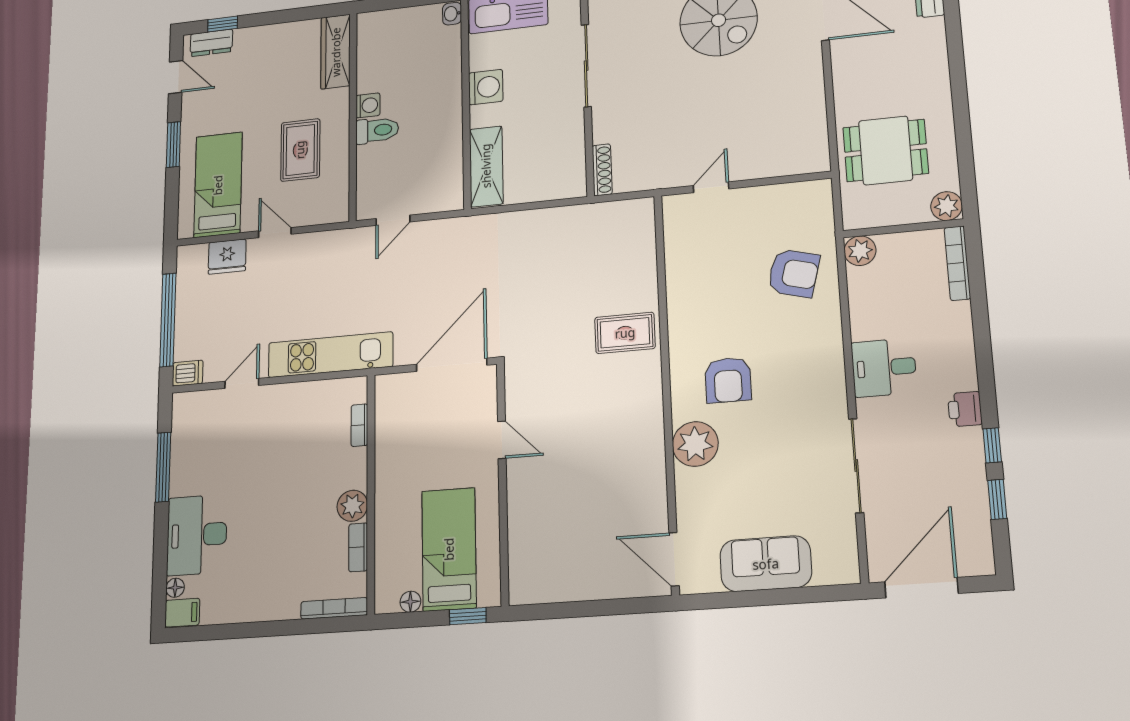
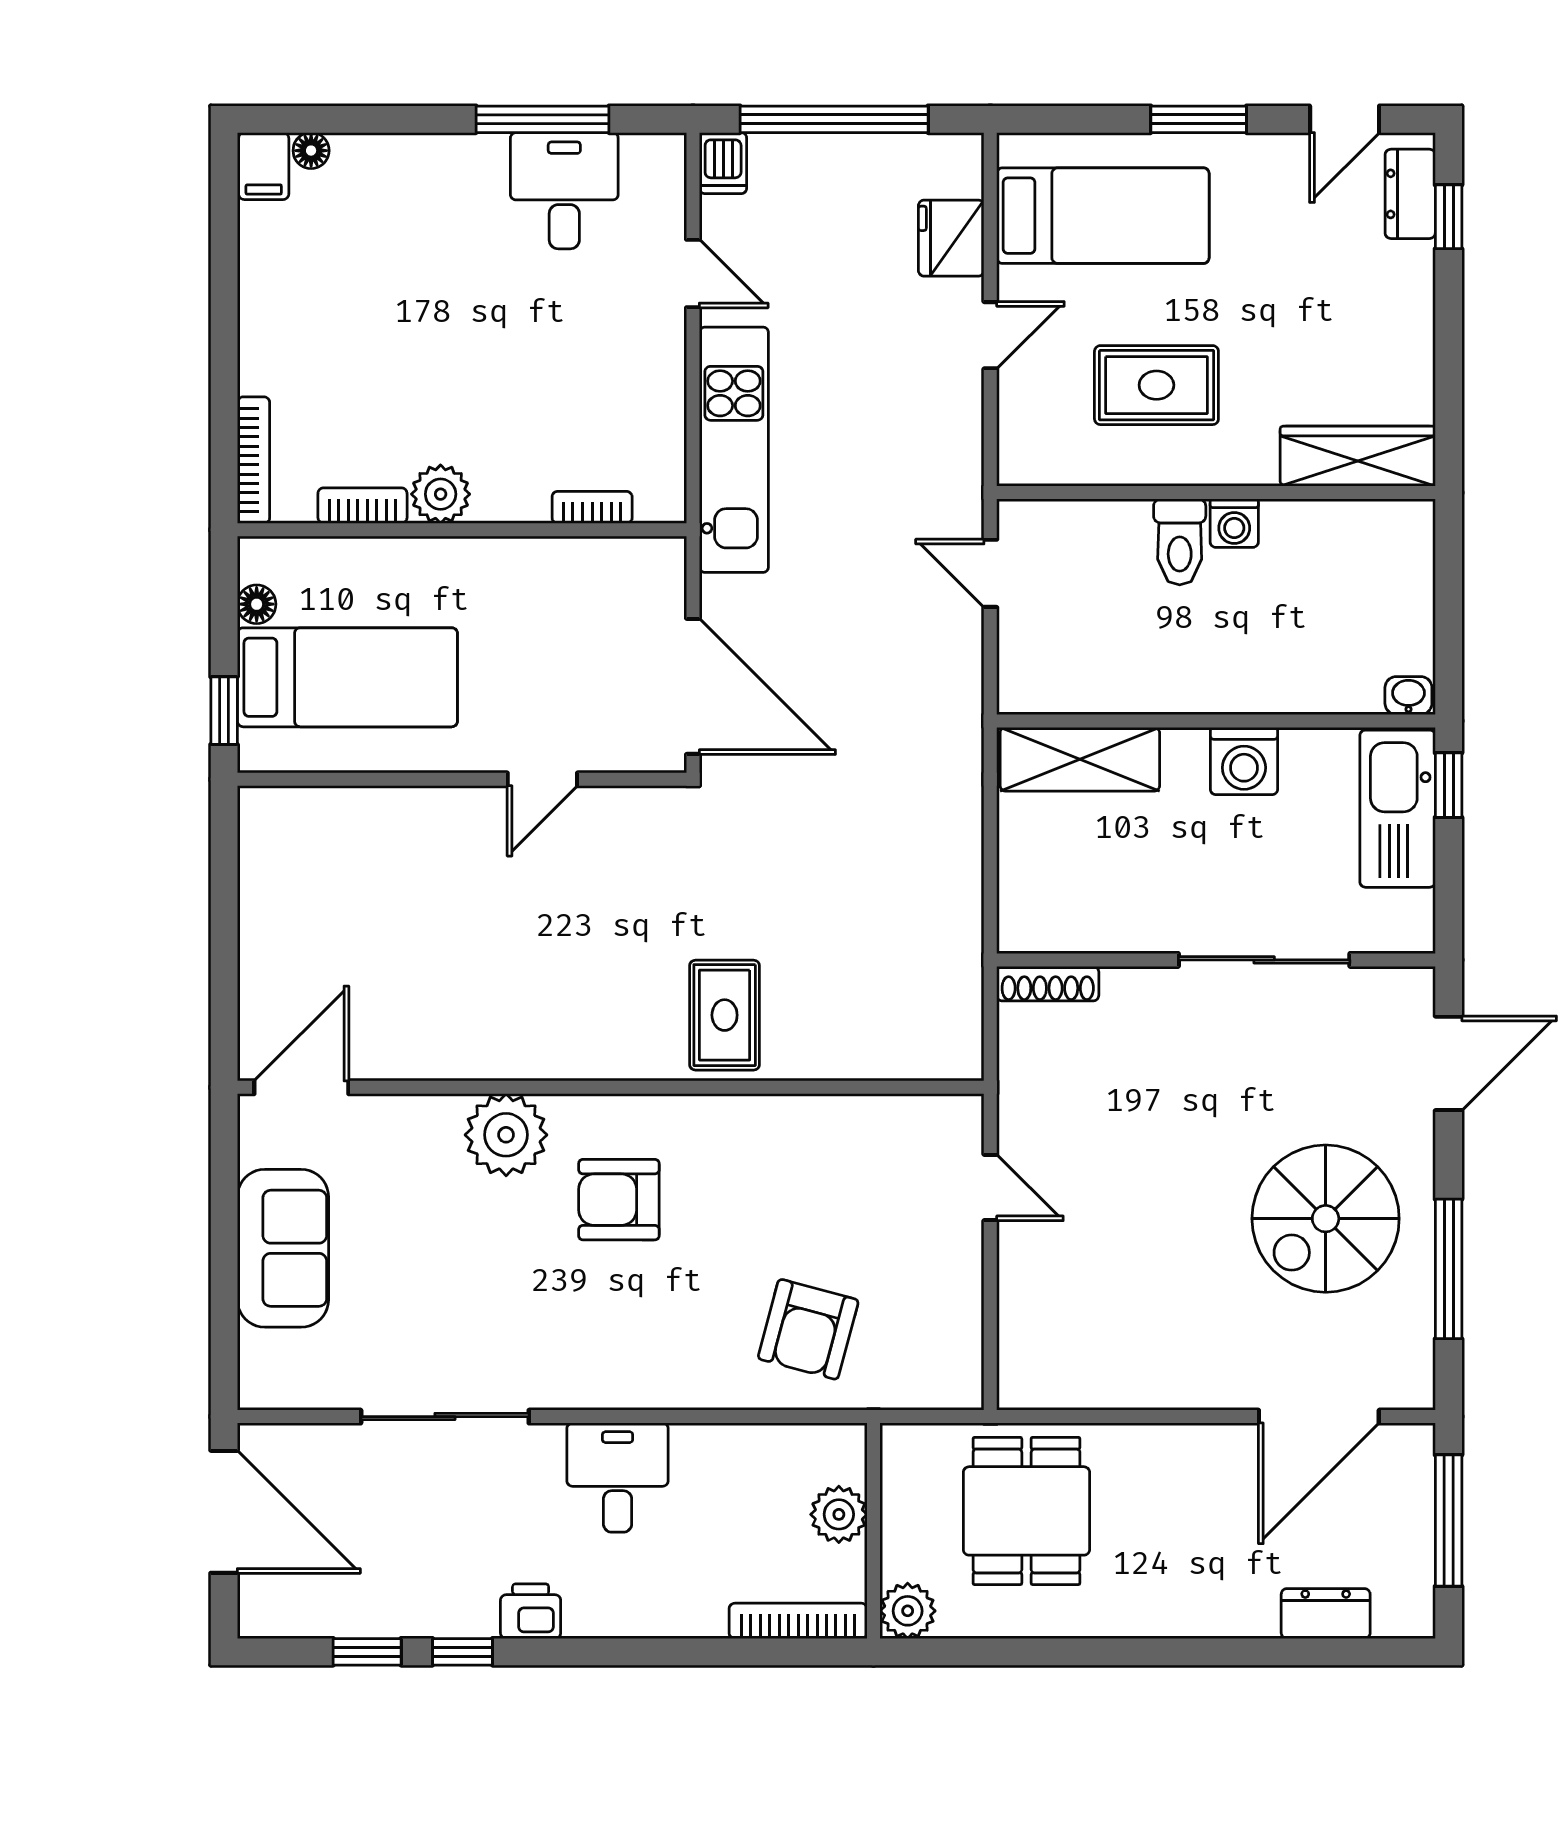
plant: (860, 251) -> (839, 1514), moved
desk: (197, 535) -> (564, 191), moved, width x0.73

